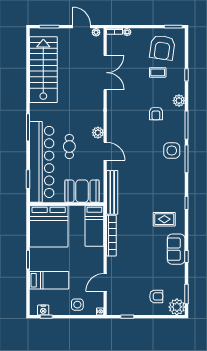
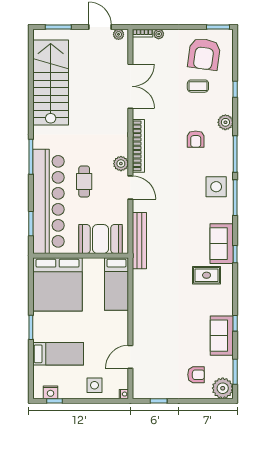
sofa: (176, 195) -> (222, 244), added
bookcase: (111, 236) -> (138, 146), moved
sofa: (176, 249) -> (222, 336), moved

